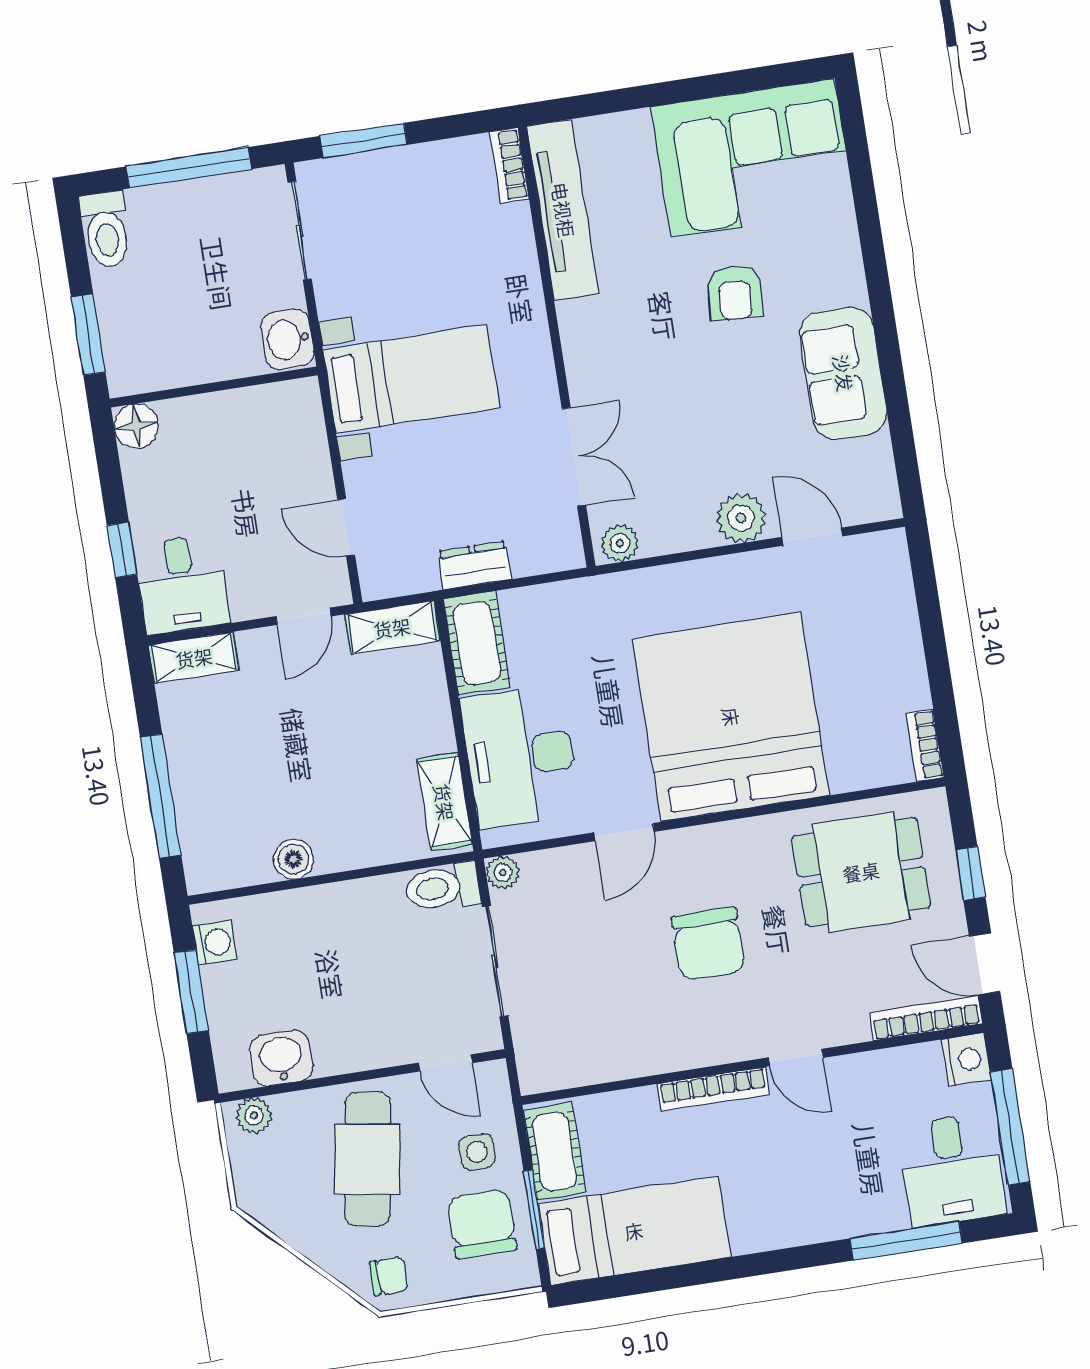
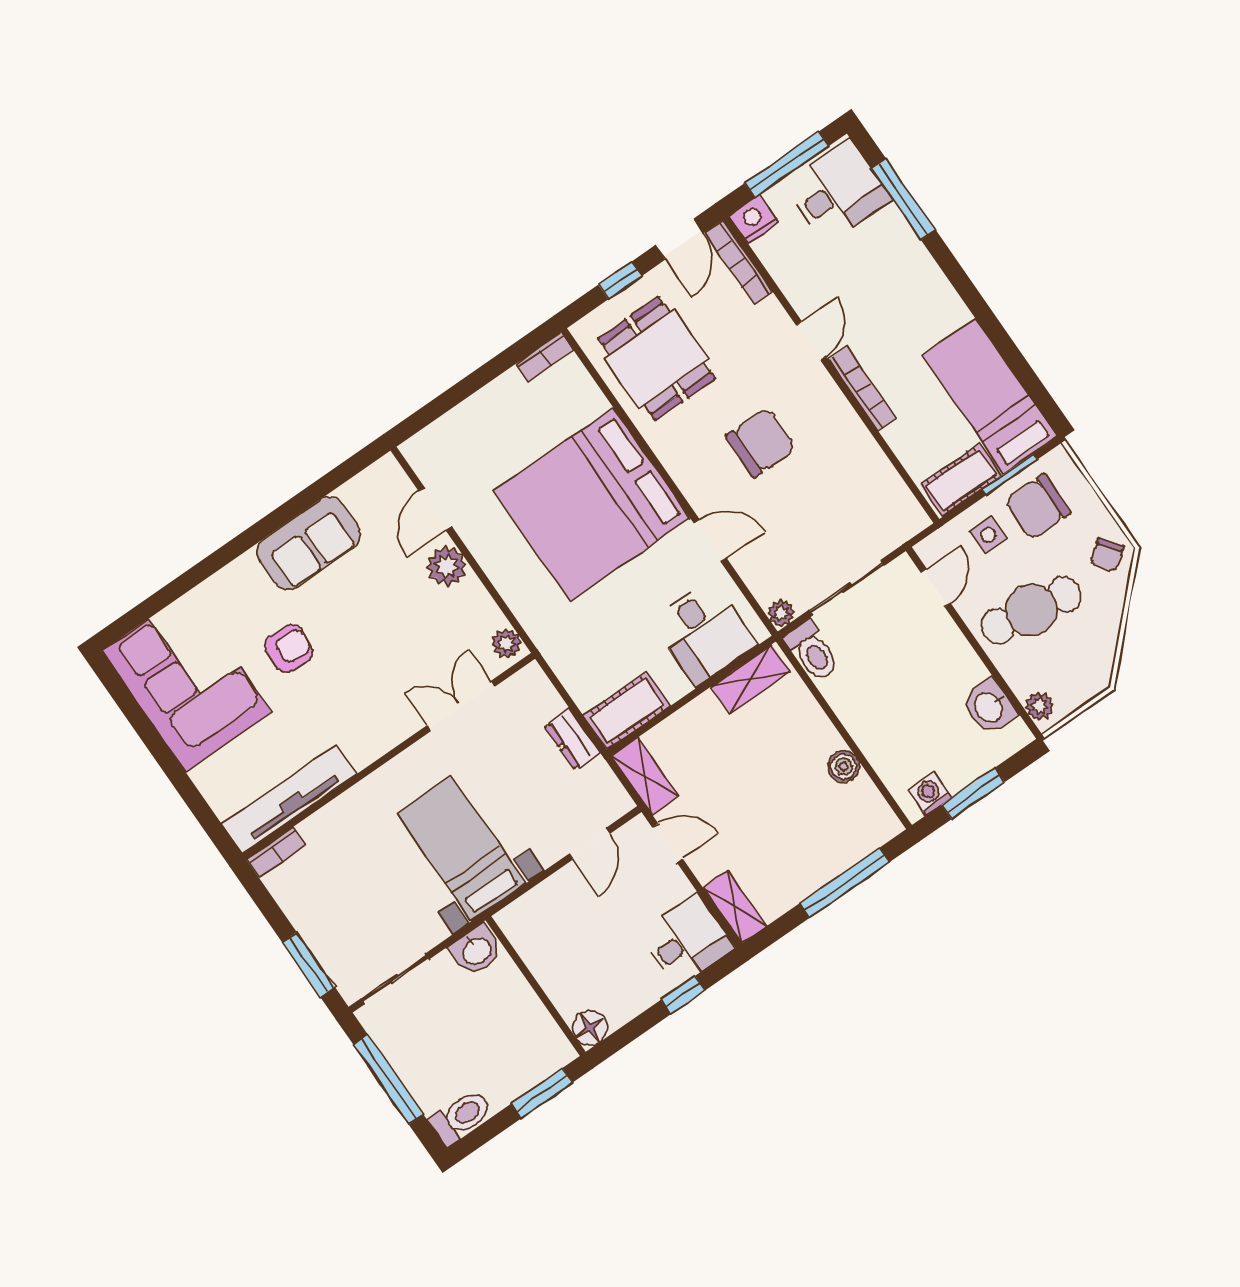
desk: (521, 756) -> (704, 632), width x0.73
chair: (389, 1276) -> (1107, 555), turned -128

